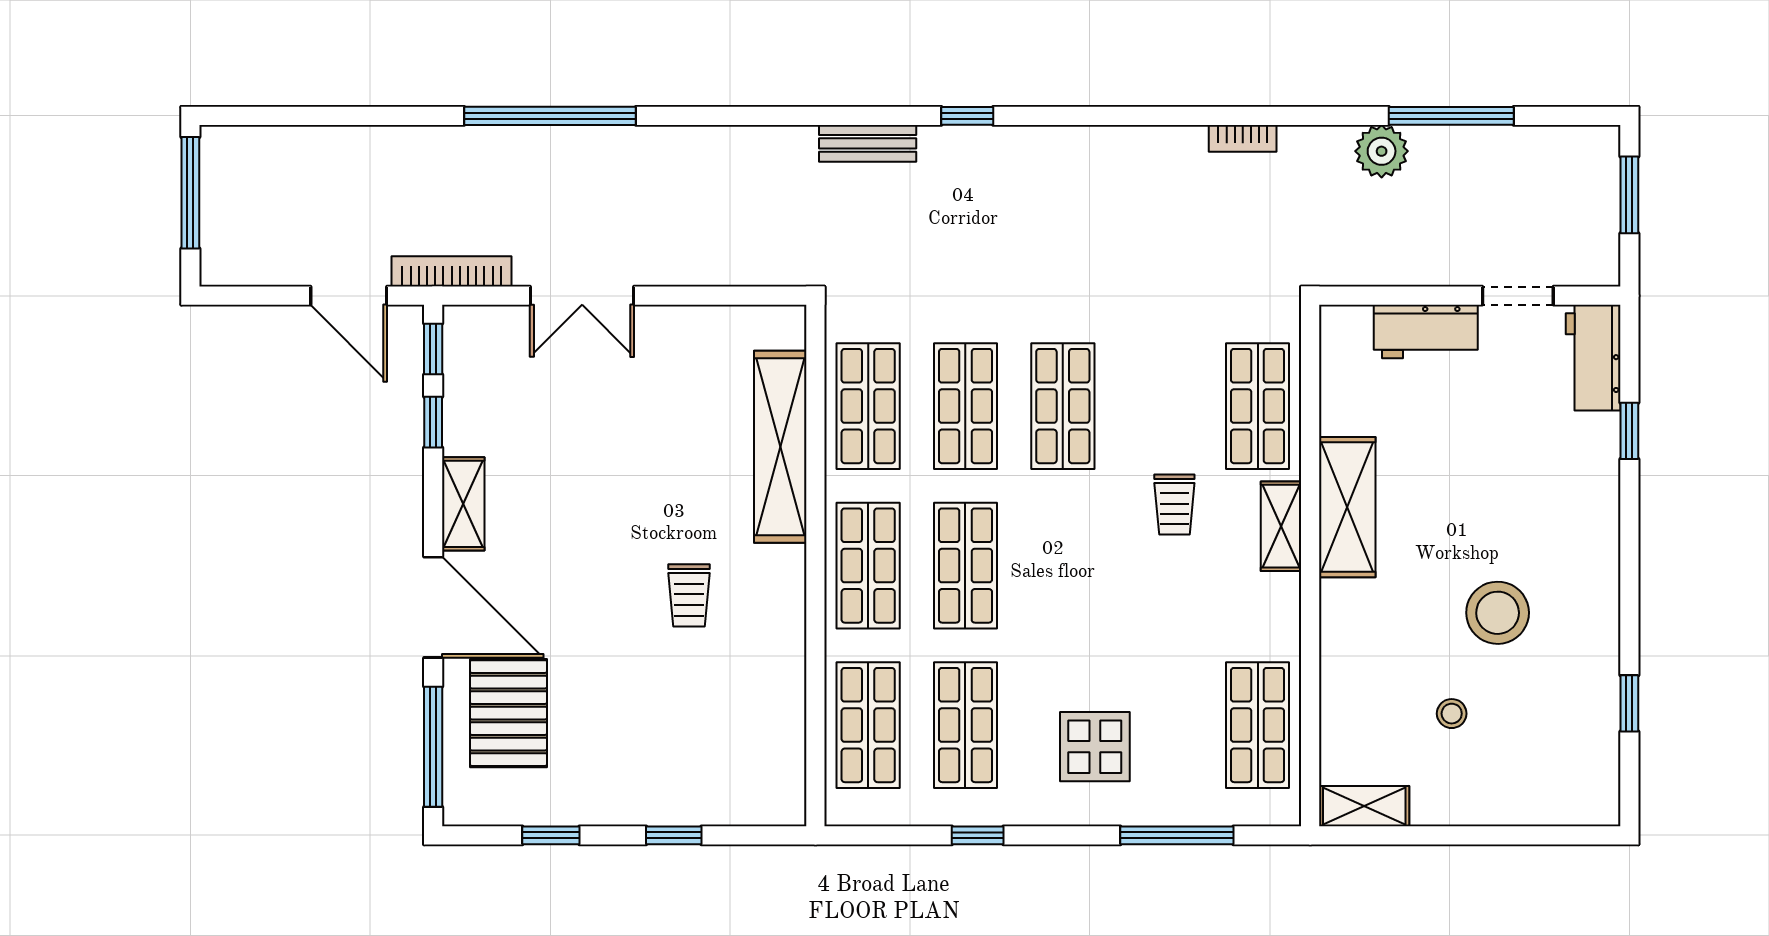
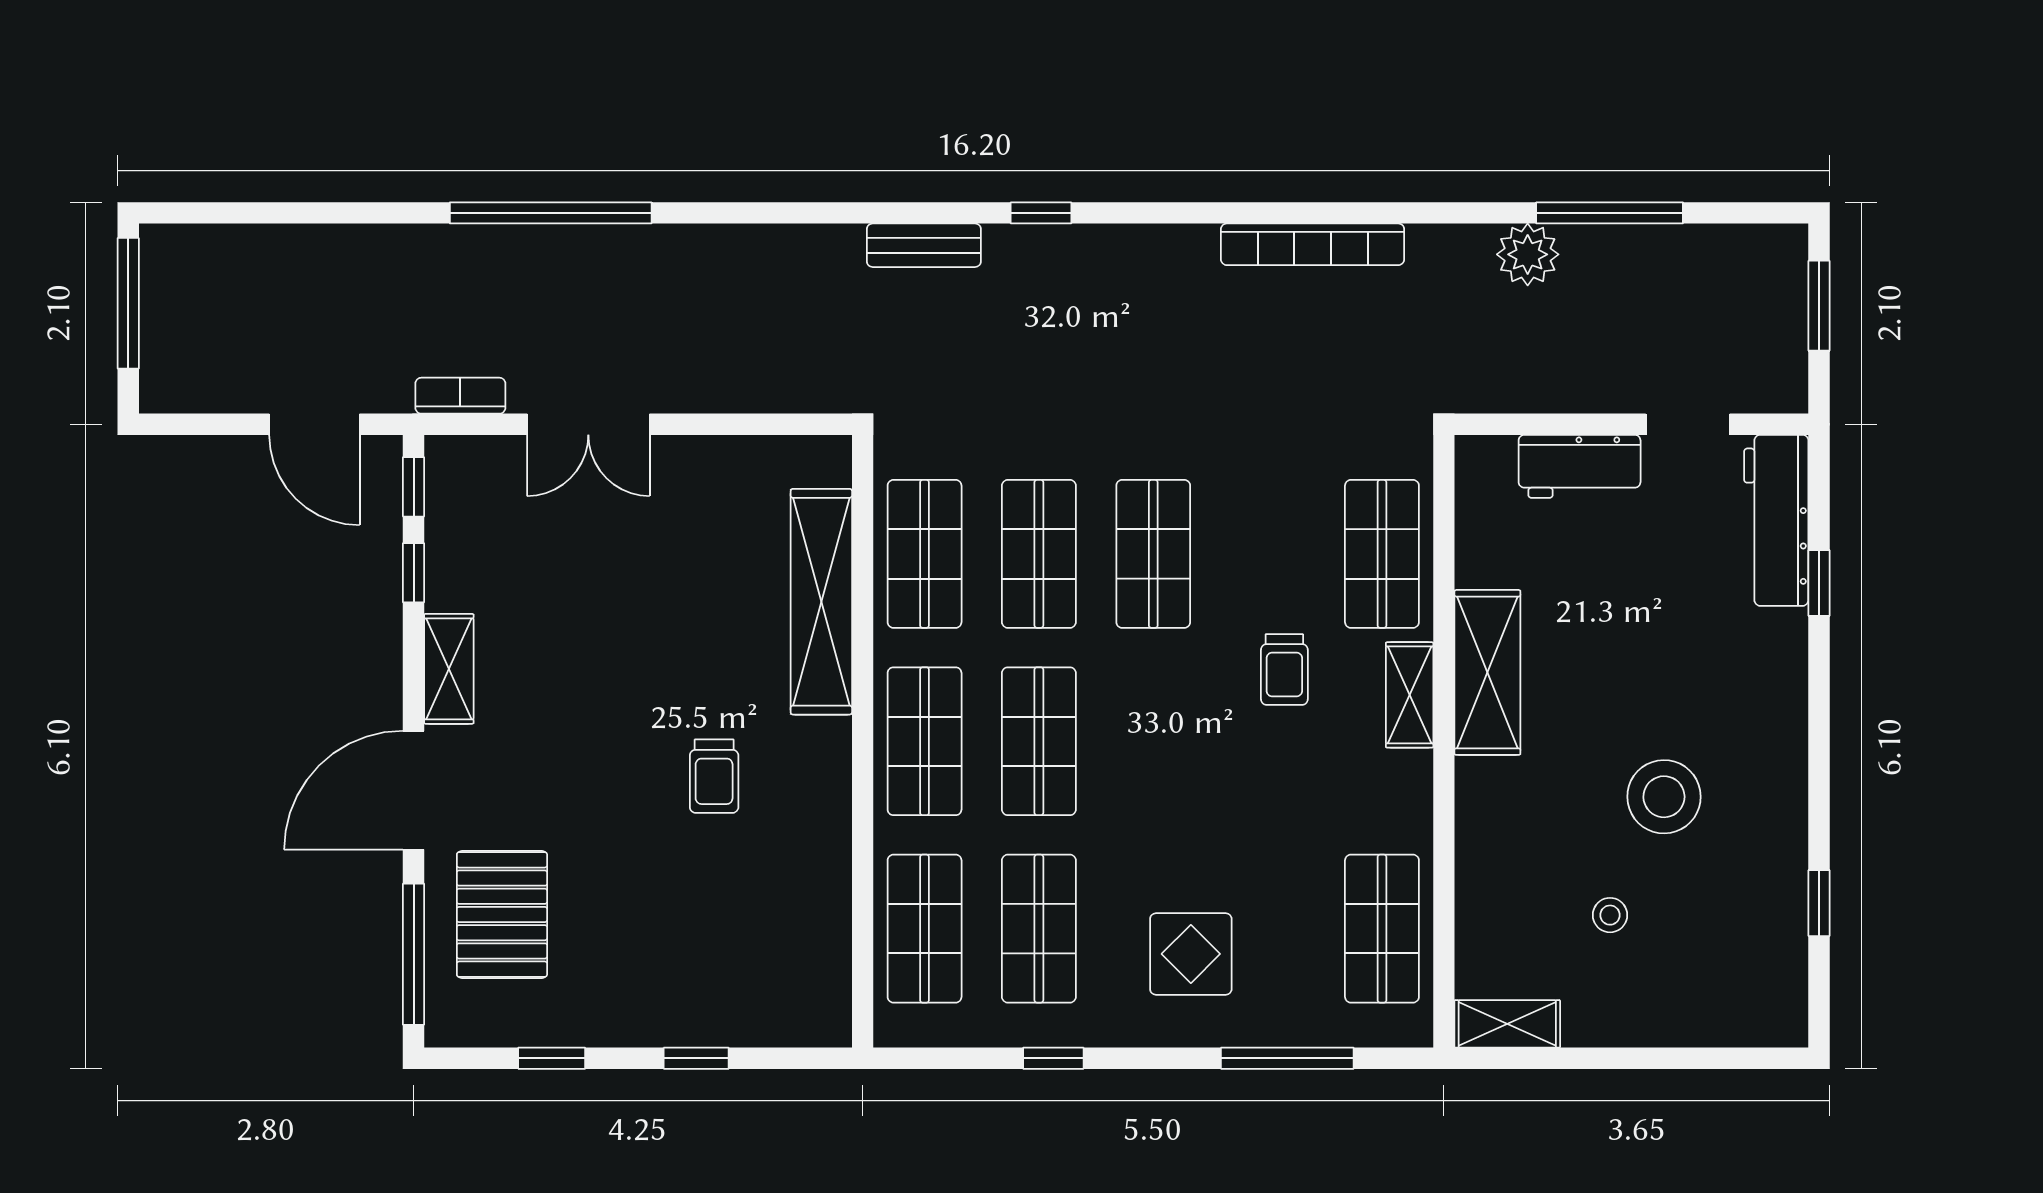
bookcase: (1243, 138) -> (1313, 244), width x2.31, depth x1.31
bookcase: (452, 271) -> (460, 396), width x0.64
workbench: (1593, 358) -> (1776, 520), width x1.38
door: (433, 607) -> (414, 790), swing flipped

